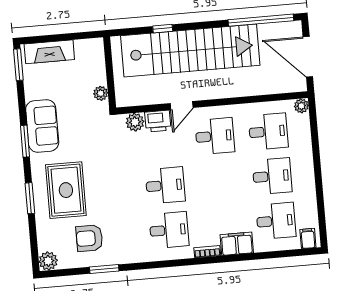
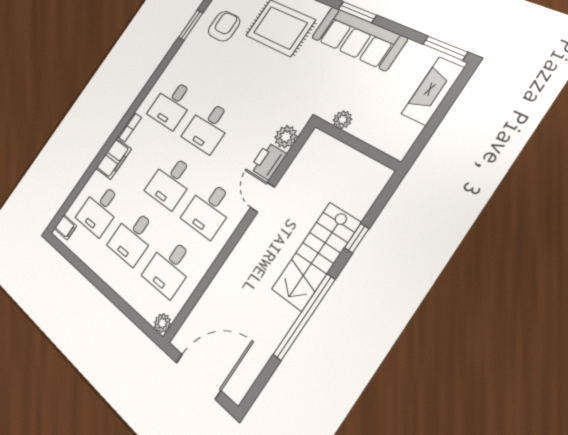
window: (261, 20) -> (304, 317), moved
stairs: (190, 51) -> (316, 256), width x0.54, depth x0.66
sofa: (42, 126) -> (358, 38), width x1.36
desk: (219, 181) -> (171, 182), added

